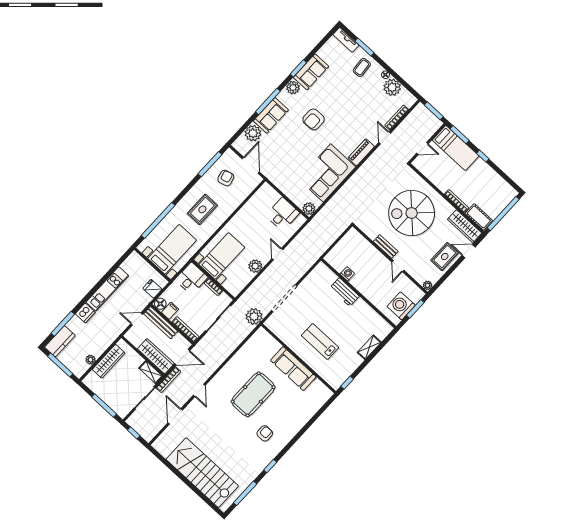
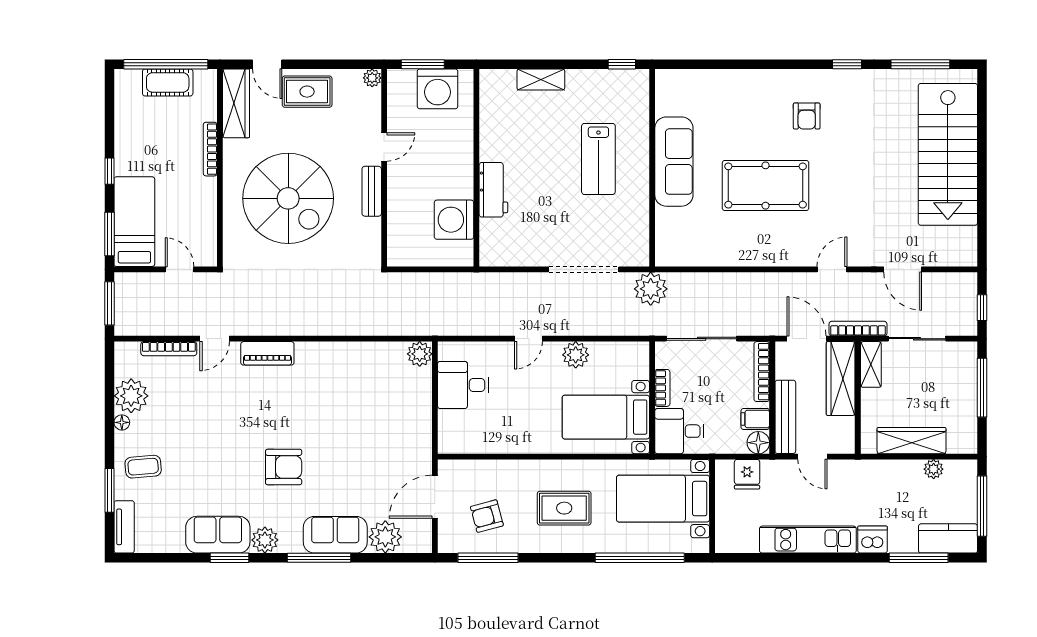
corner sofa: (327, 173) -> (344, 376), removed
cot: (479, 217) -> (168, 82), moved, turned 90
washing machine: (347, 274) -> (454, 220), width x1.89, depth x1.89
door: (175, 416) -> (903, 269), hinge flipped
armchair: (265, 433) -> (807, 116), turned -90

